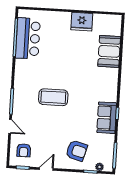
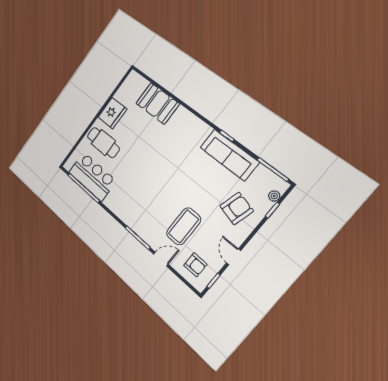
cafe table: (57, 30) -> (103, 142), added
coffee table: (53, 97) -> (184, 226), moved
sofa: (107, 118) -> (229, 155), width x1.36

